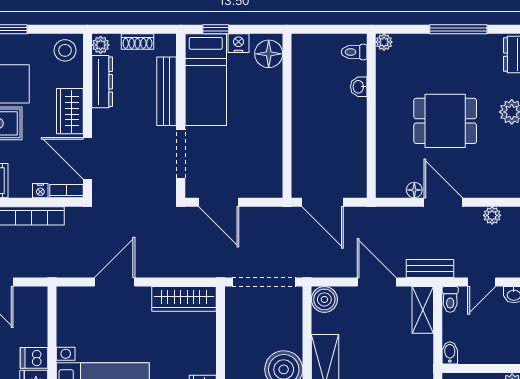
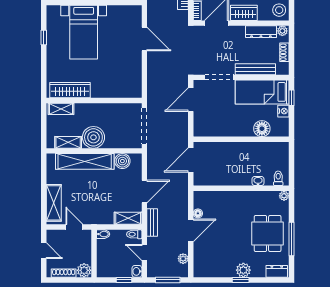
floor lamp: (269, 54) -> (262, 129), moved
dining table: (445, 121) -> (268, 234), moved
wardrobe: (184, 299) -> (135, 79), removed
boiler: (324, 299) -> (122, 161), moved

